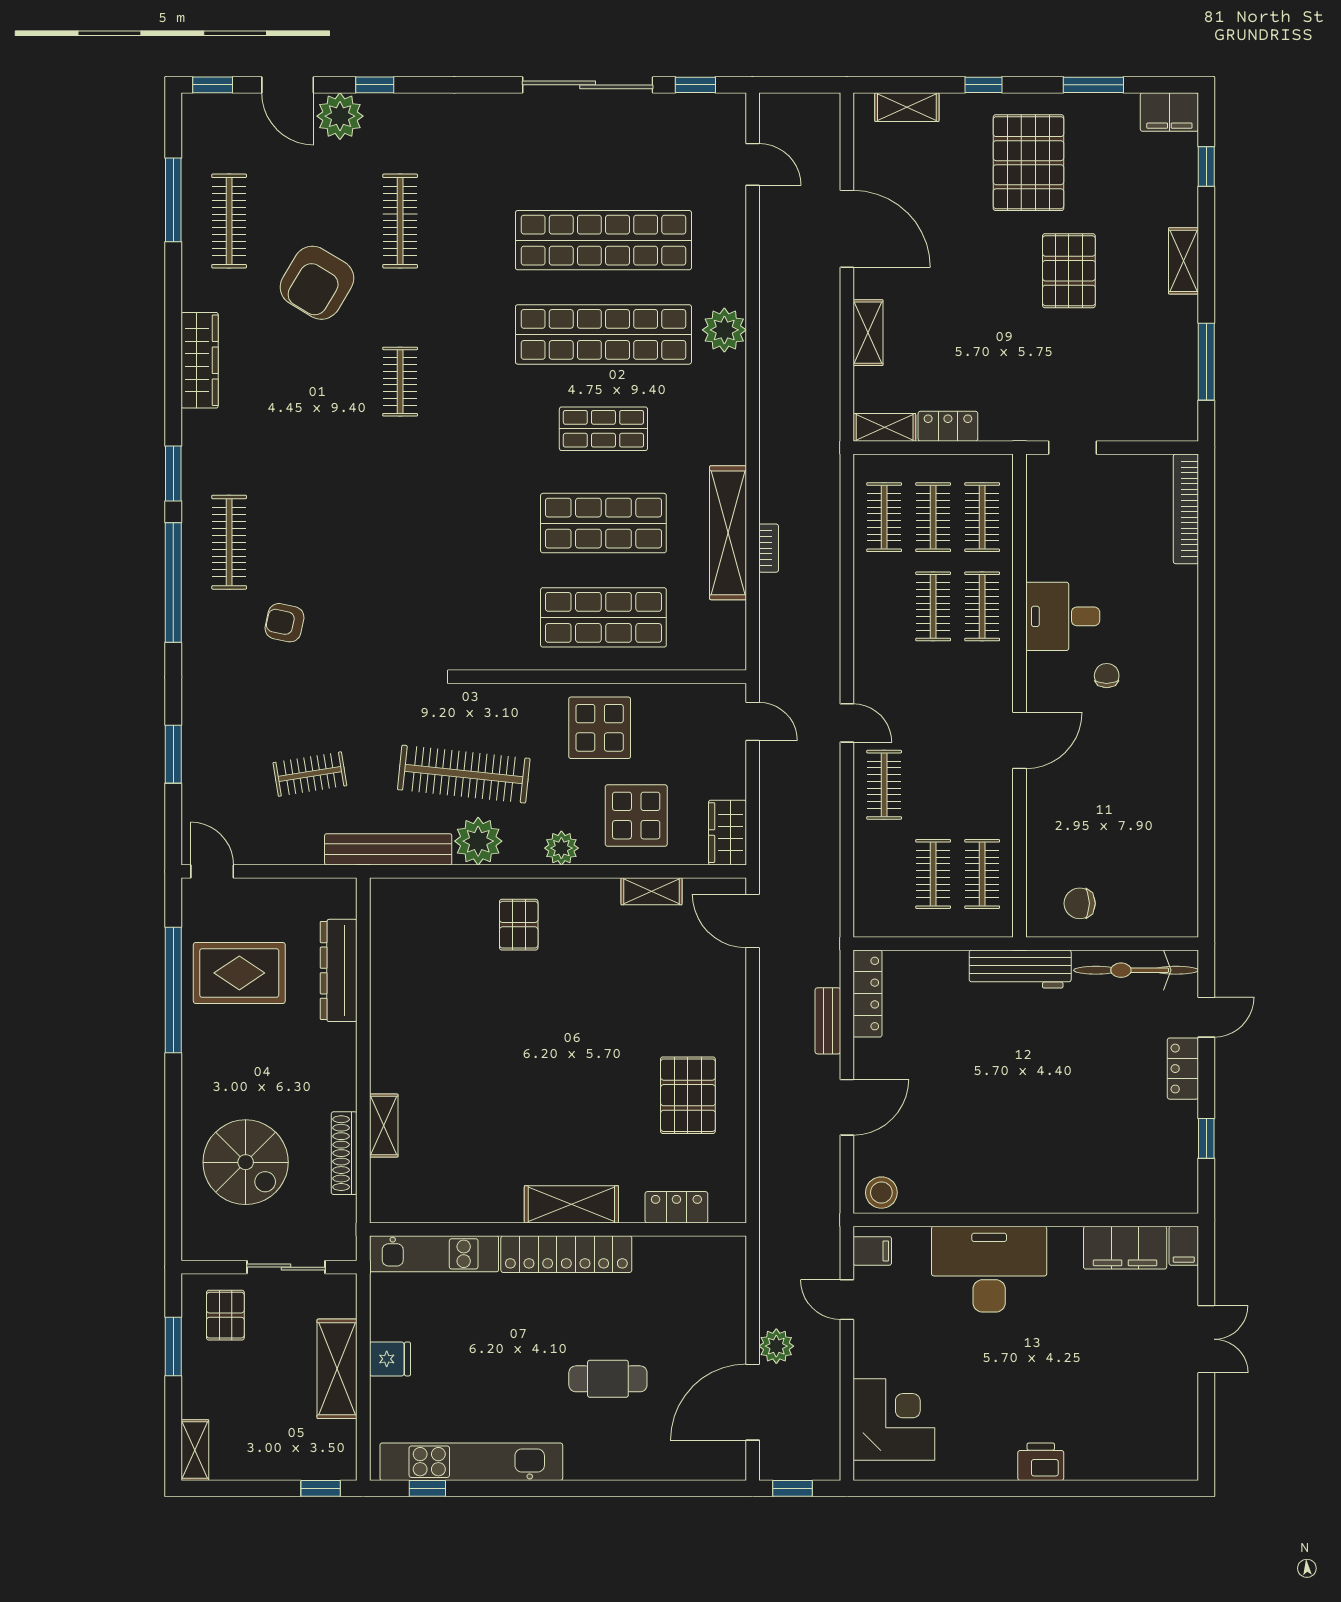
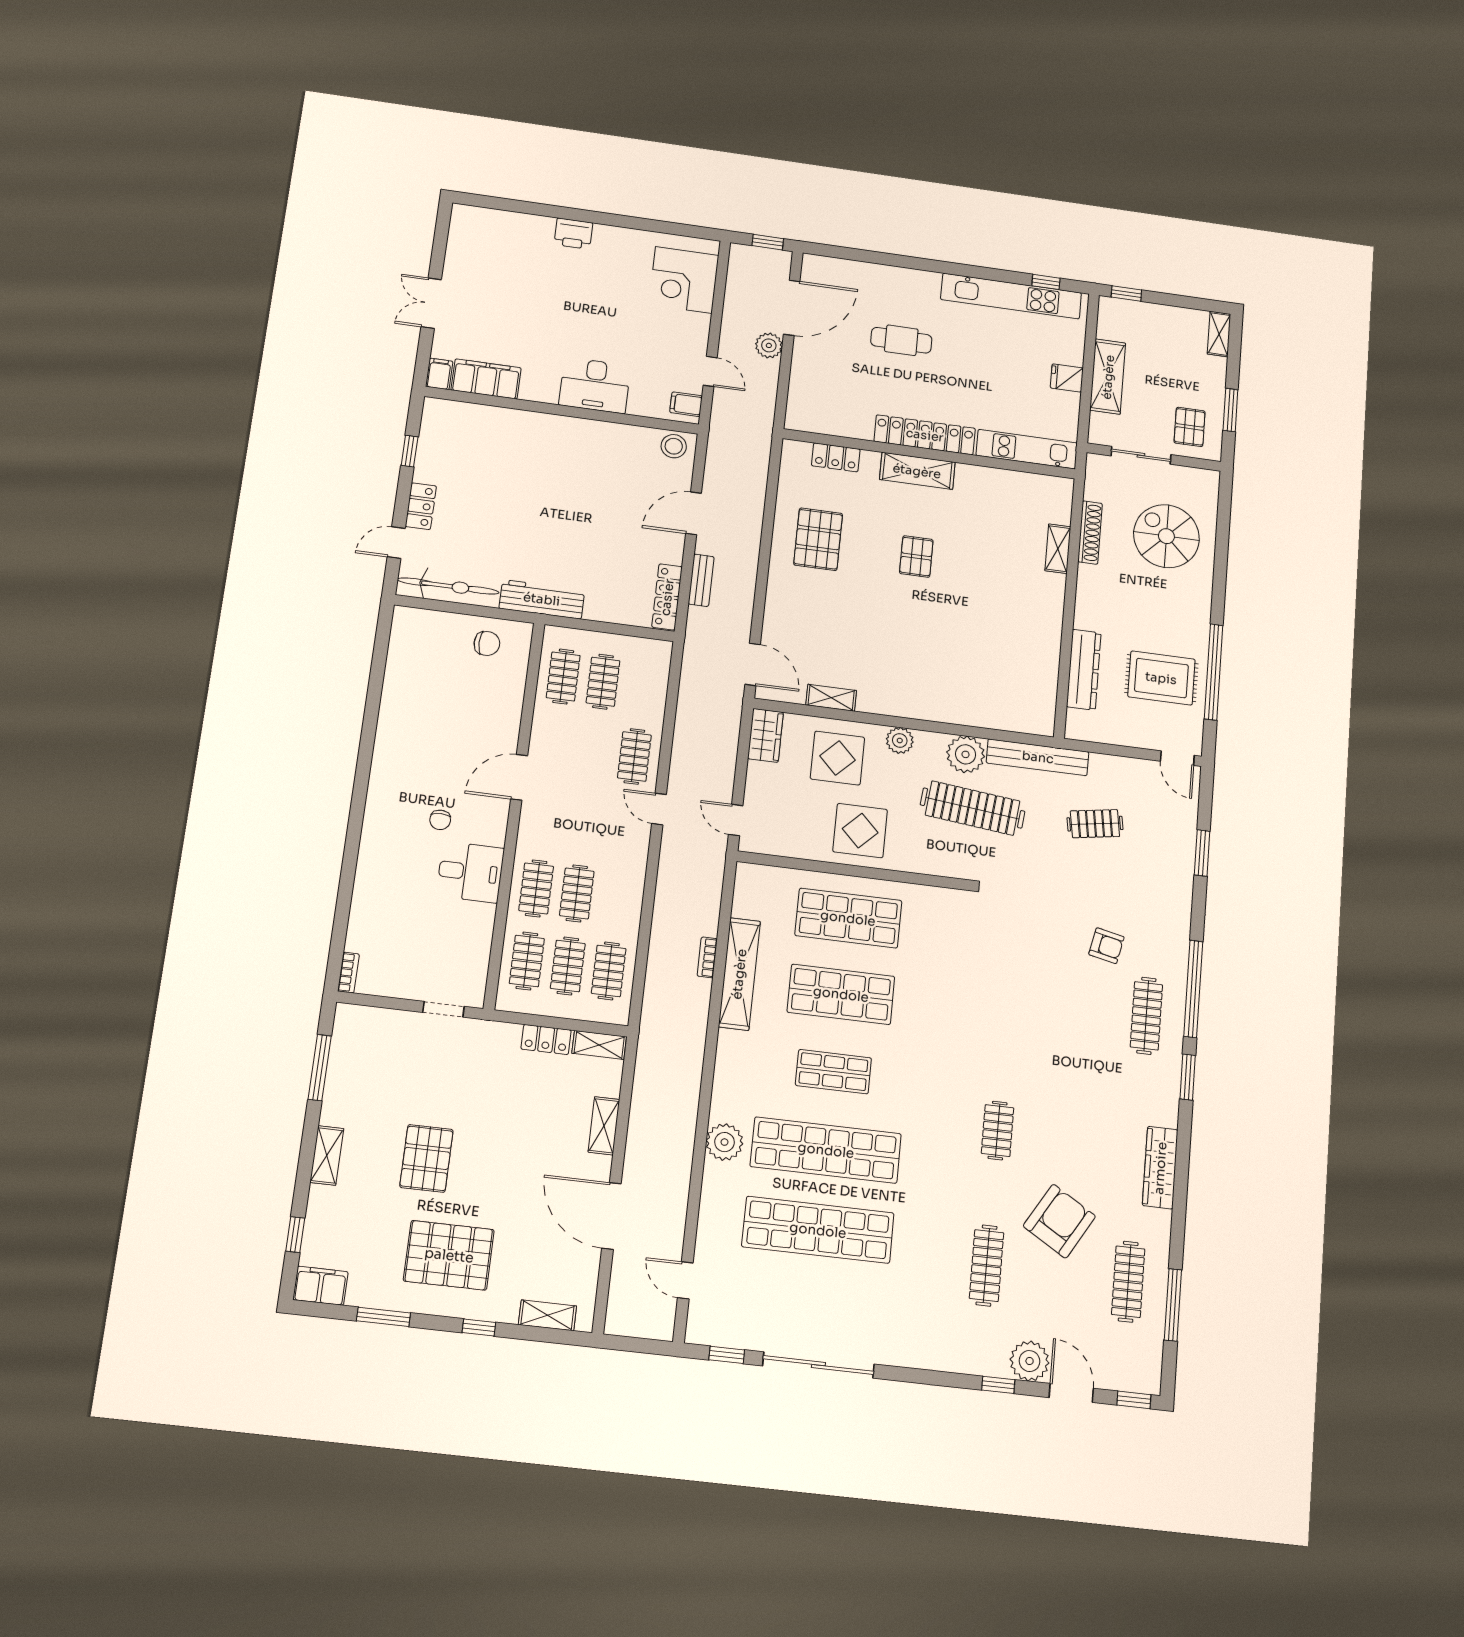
pallet: (1028, 163) -> (449, 1255), turned 90
bookcase: (1186, 509) -> (348, 973), width x0.43, depth x0.76
pallet: (519, 925) -> (916, 557), moved
desk: (989, 1269) -> (595, 385), width x0.73, depth x0.77

